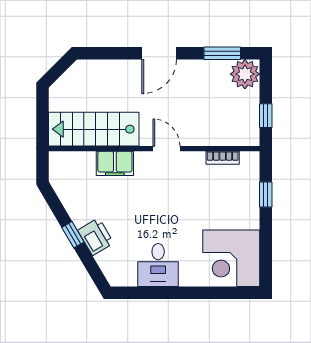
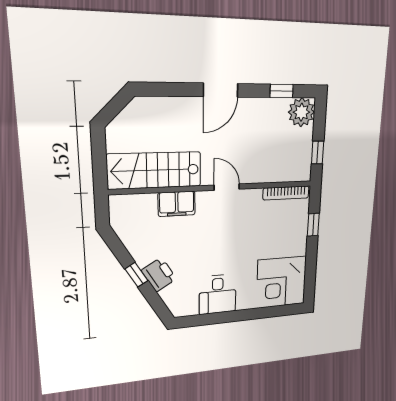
window: (222, 53) -> (282, 91), width x0.67
bookcase: (223, 158) -> (286, 193), width x1.56

